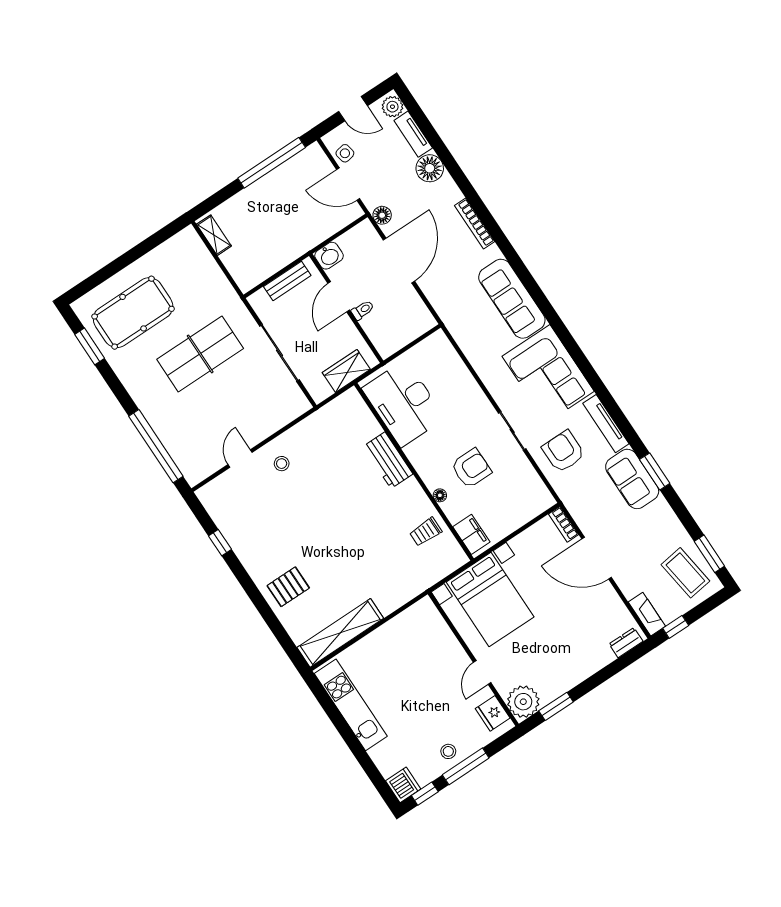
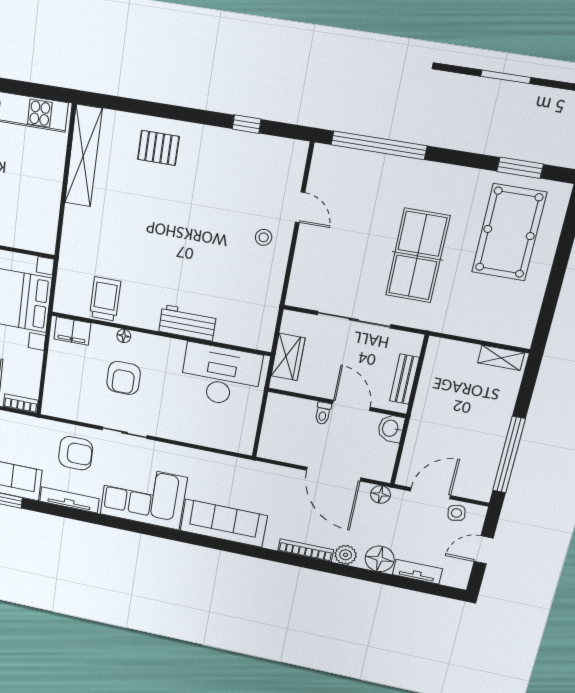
plant: (392, 107) -> (346, 555), moved
trolley: (426, 532) -> (105, 299), width x1.36, depth x1.39
pallet: (288, 587) -> (158, 148), turned 90

